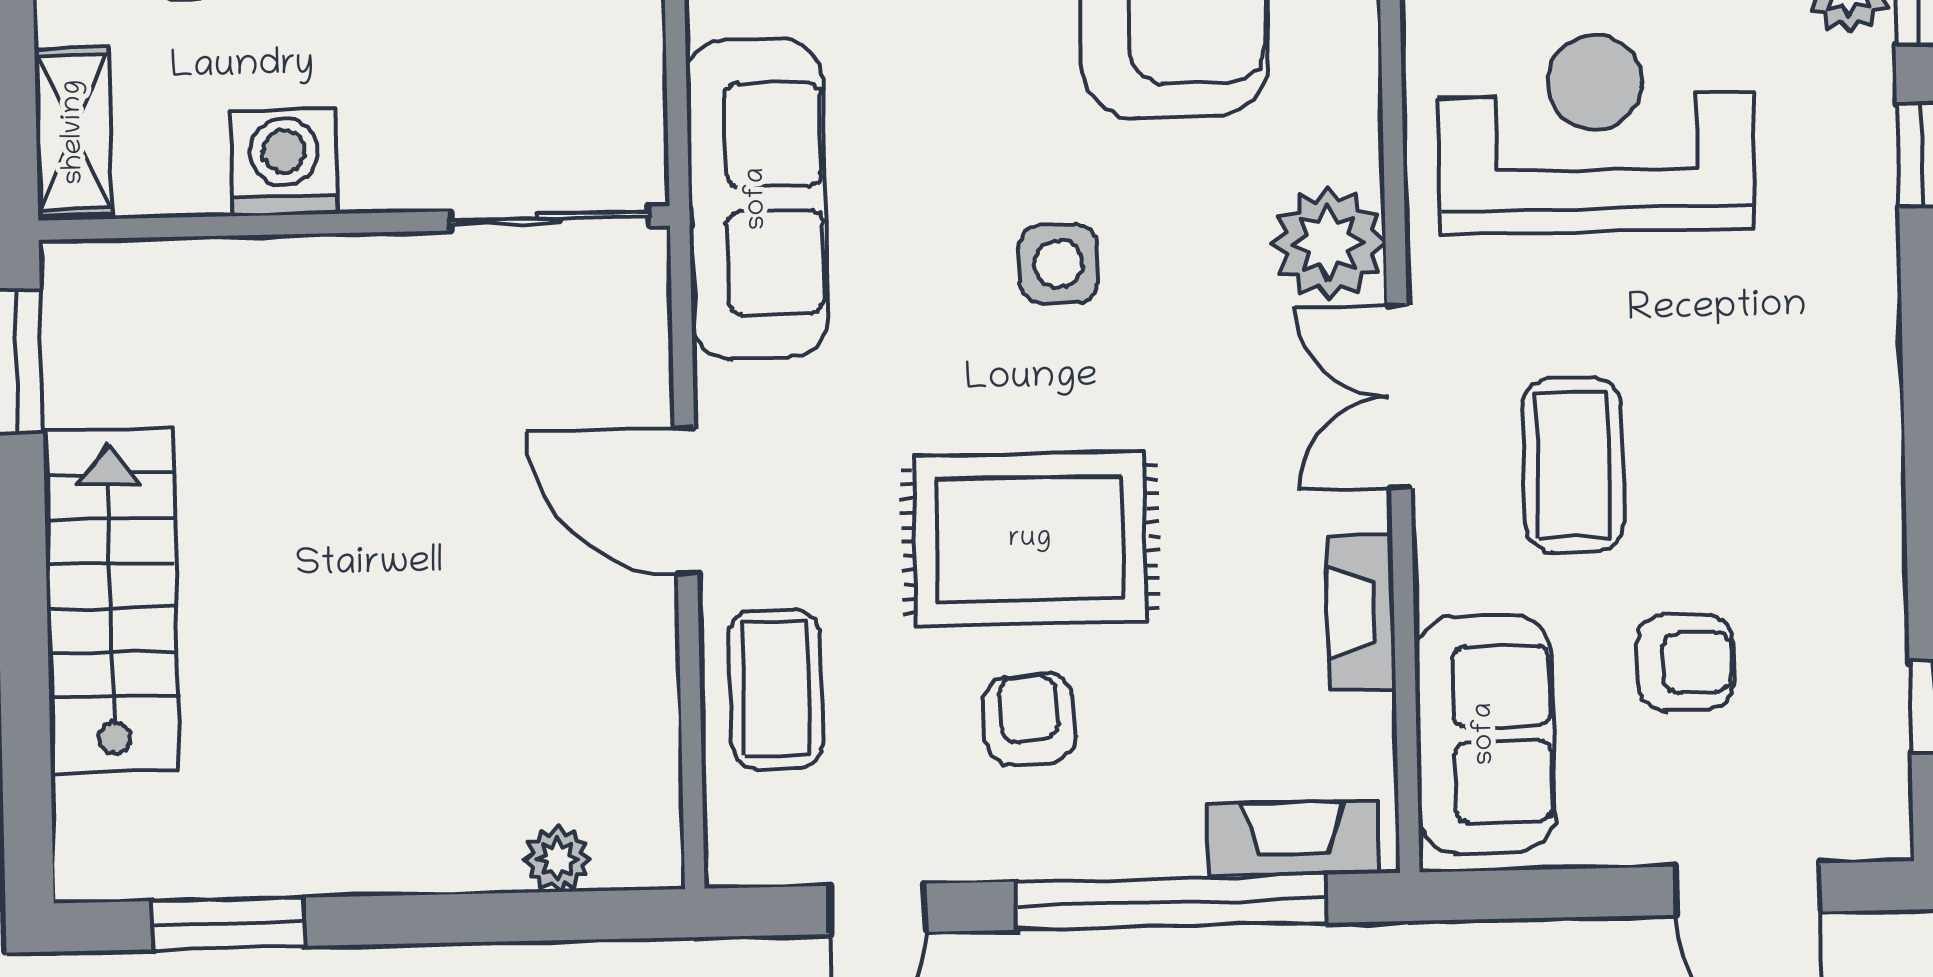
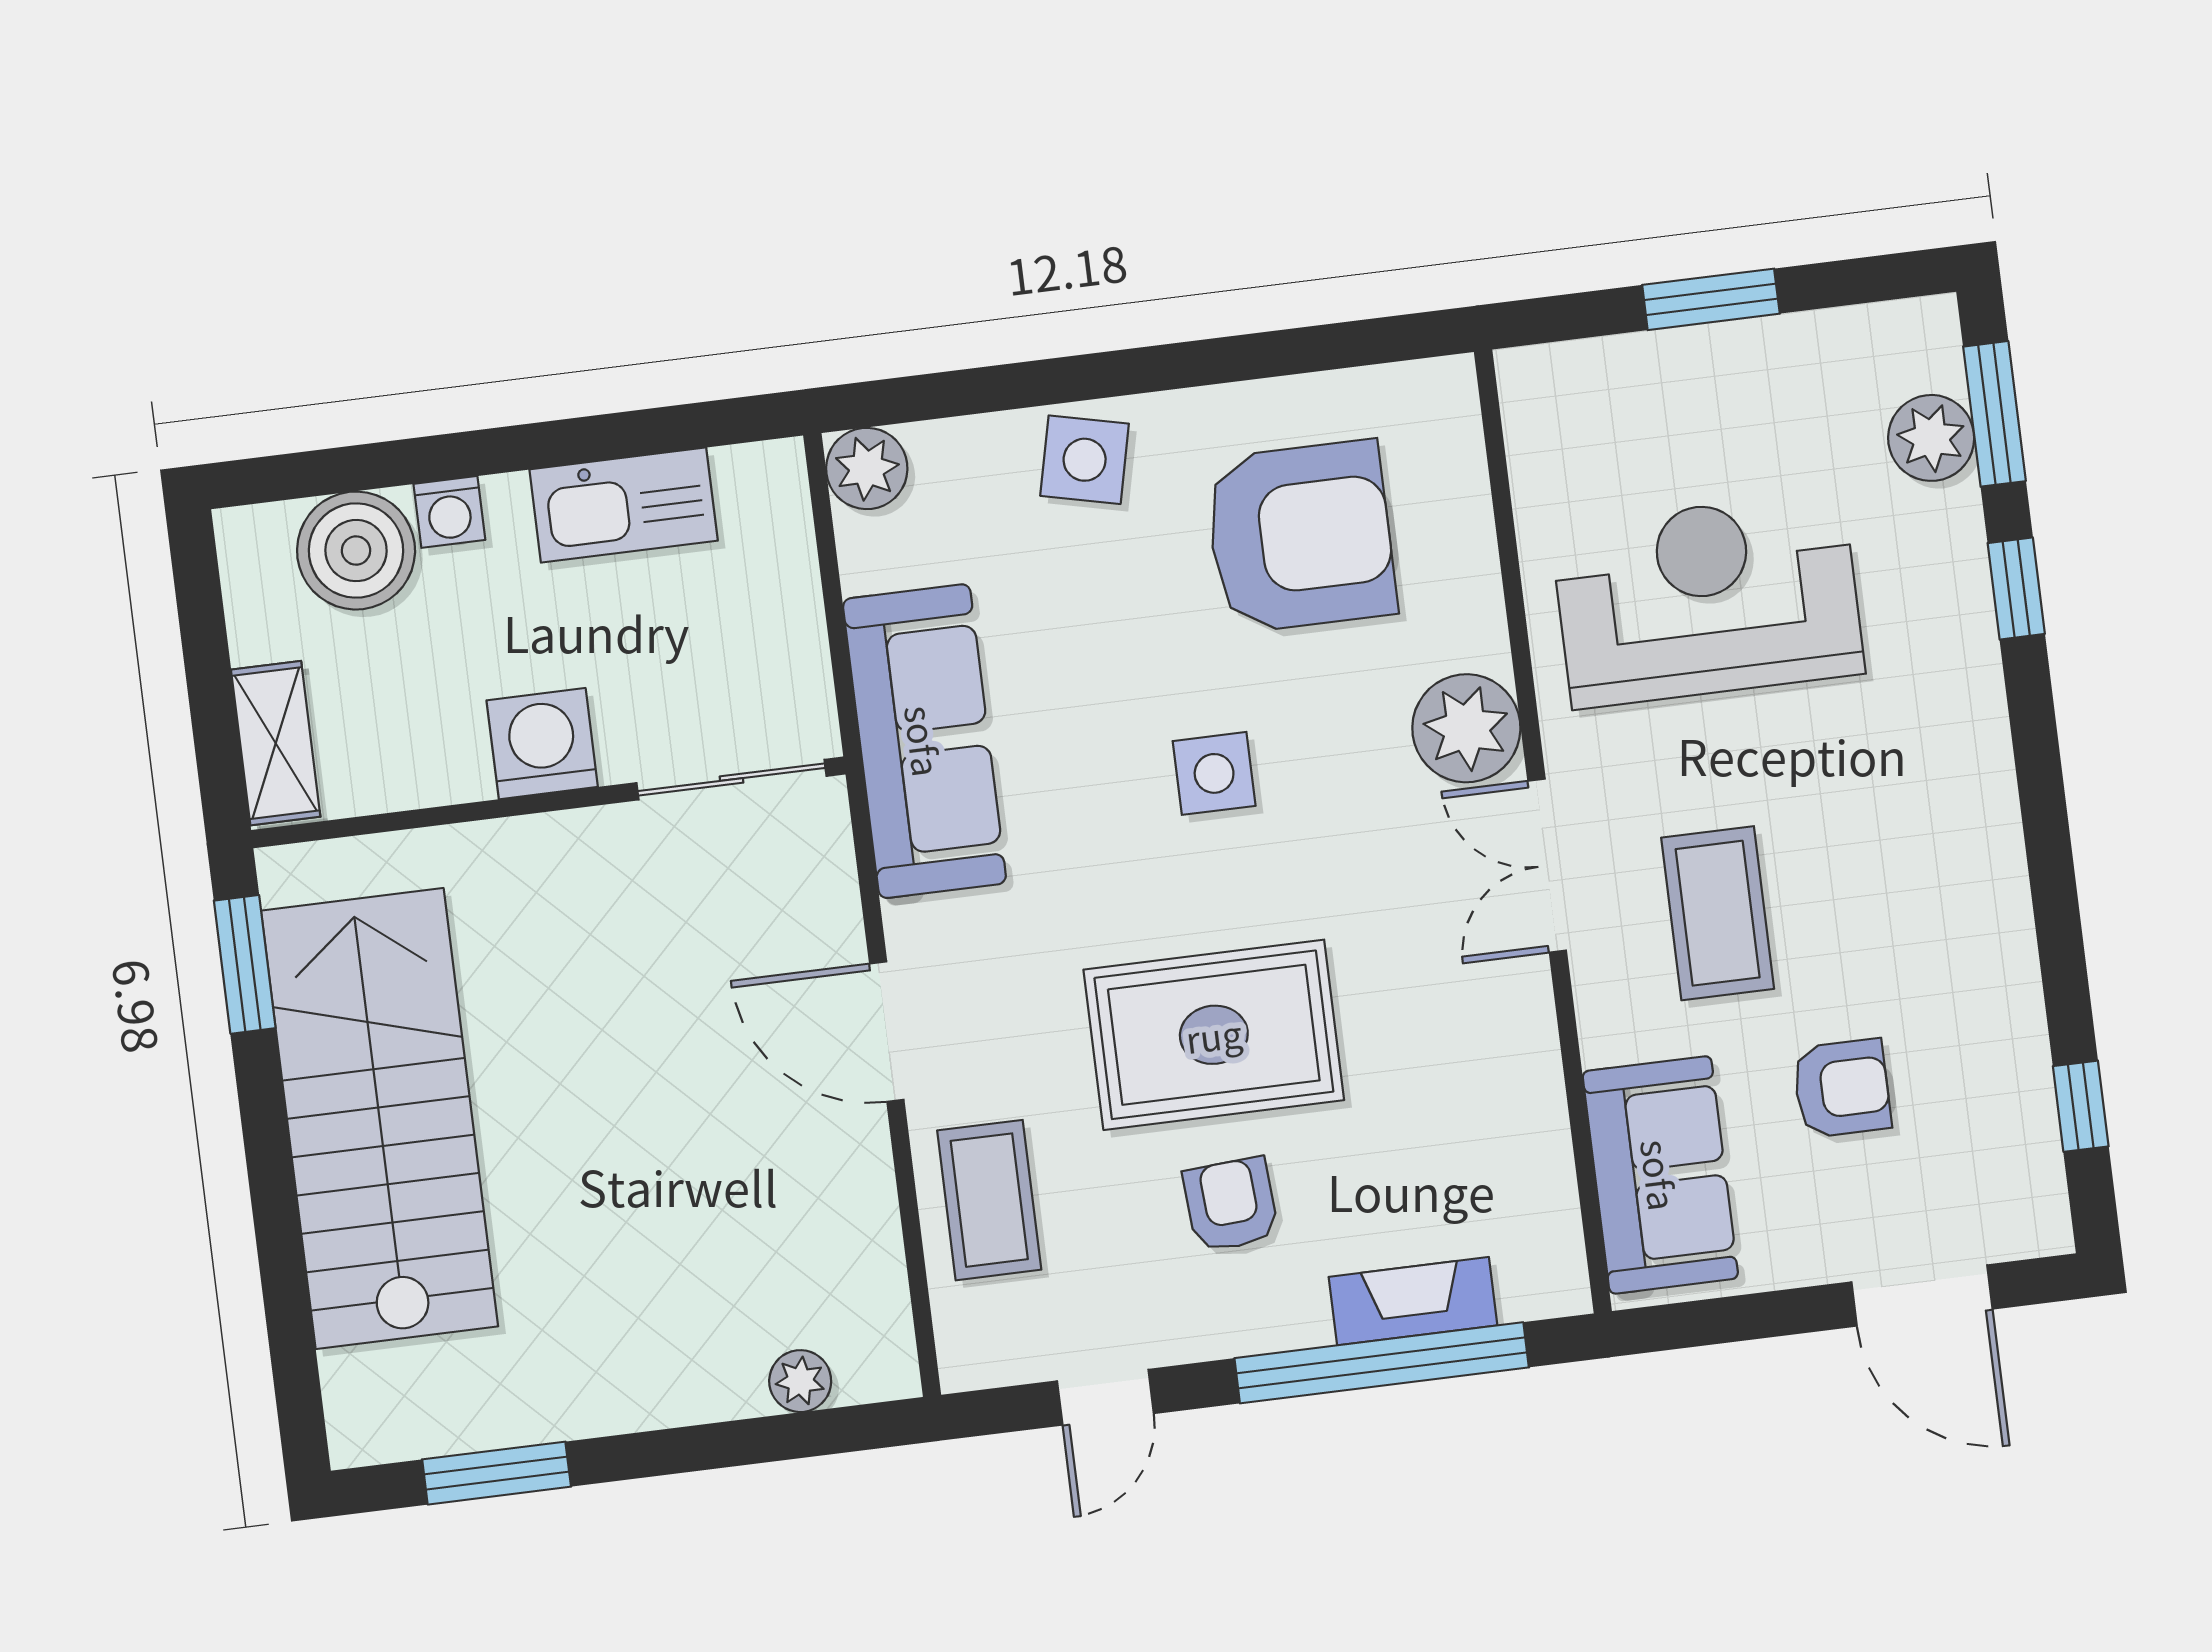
washing machine: (284, 162) -> (542, 744), moved
stairs: (111, 601) -> (380, 1119), width x1.36, depth x1.51
fireplace: (1361, 612) -> (1532, 1072), removed
fireplace: (1293, 839) -> (1413, 1301), moved

